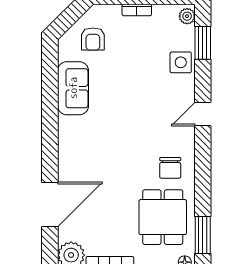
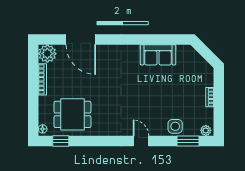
armchair: (93, 39) -> (191, 68), removed
chair: (170, 168) -> (105, 119), removed
window: (203, 235) -> (61, 141), width x0.67

